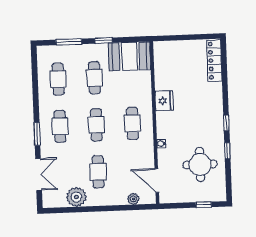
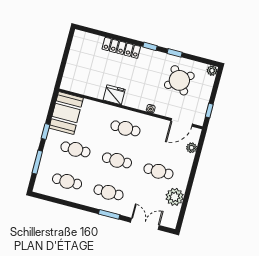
locker: (214, 60) -> (121, 48), moved
round table: (200, 165) -> (179, 80), turned -37
plant: (221, 196) -> (212, 71), added
window: (204, 205) -> (209, 111), moved

